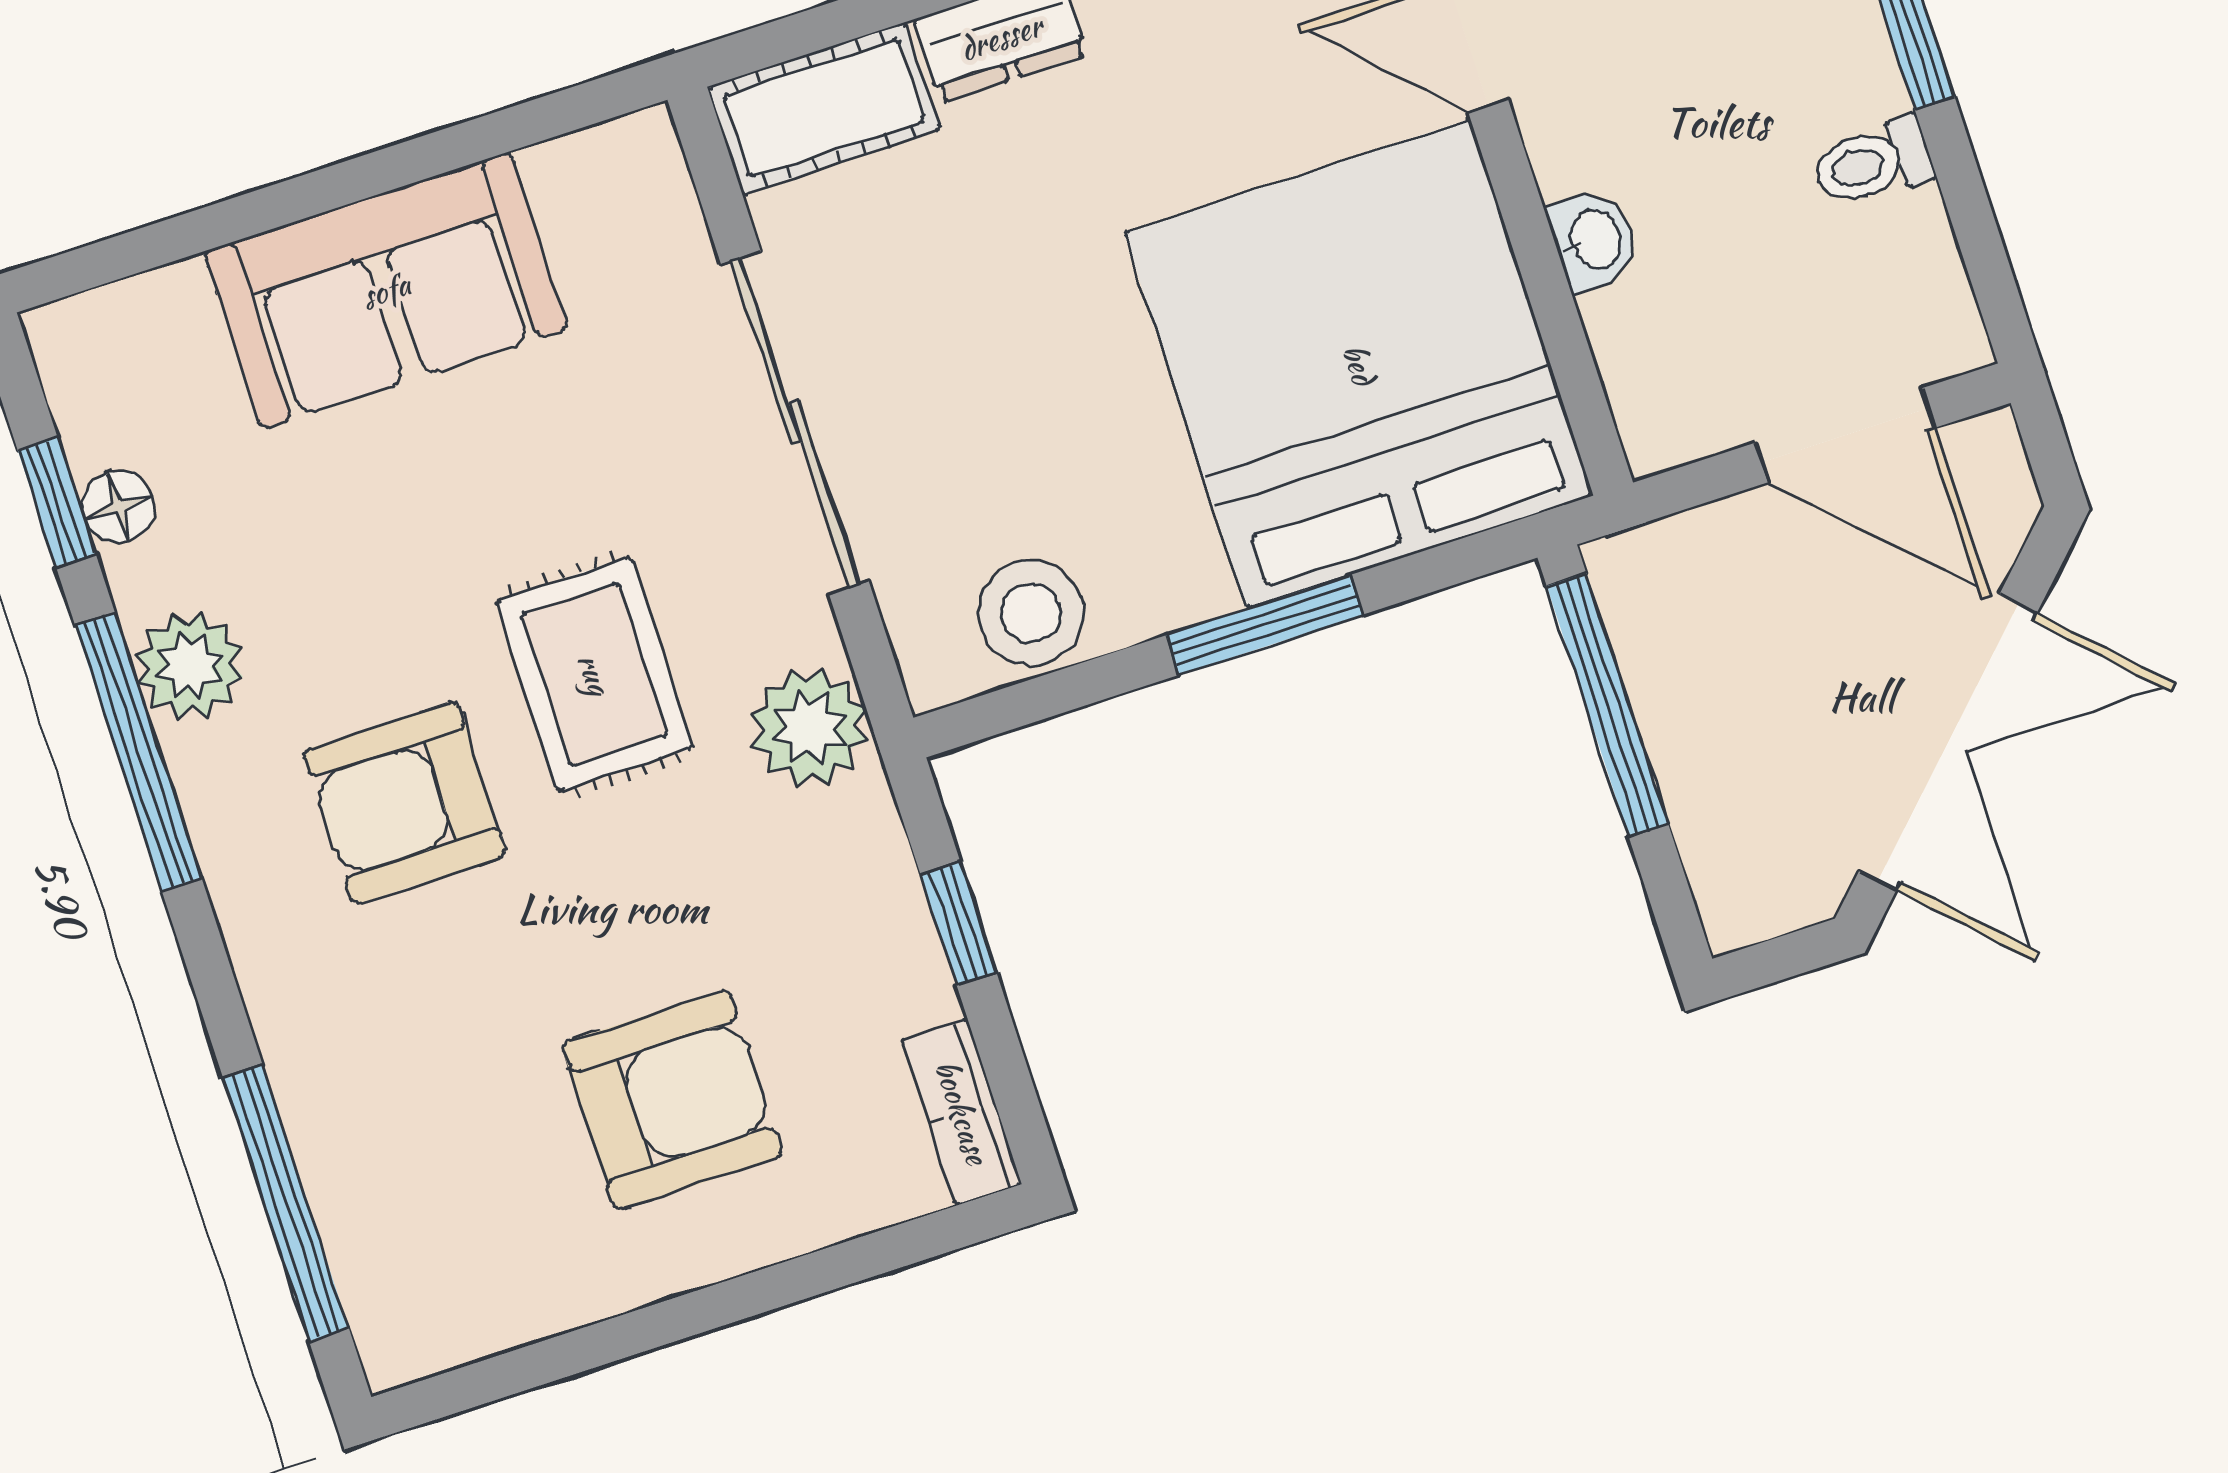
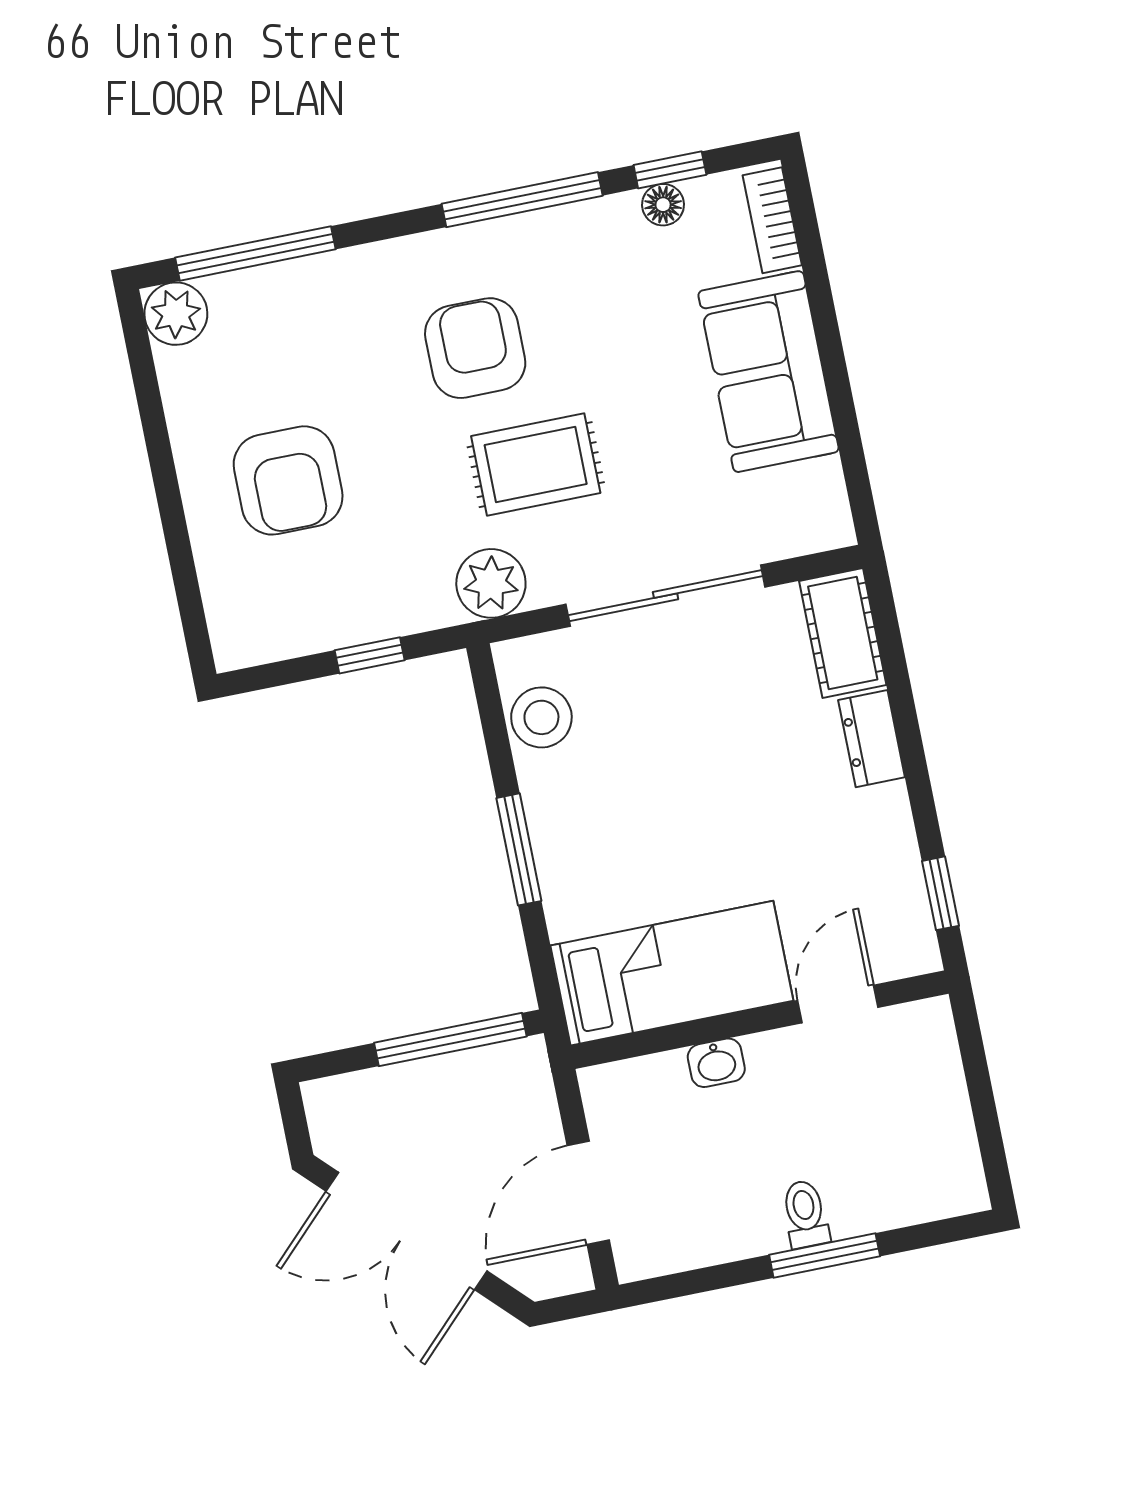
toilet: (1873, 163) -> (805, 1214), moved
bed: (1359, 364) -> (672, 973), width x0.49
plant: (190, 666) -> (176, 314), moved
bookcase: (962, 1112) -> (772, 220), moved, turned -90

